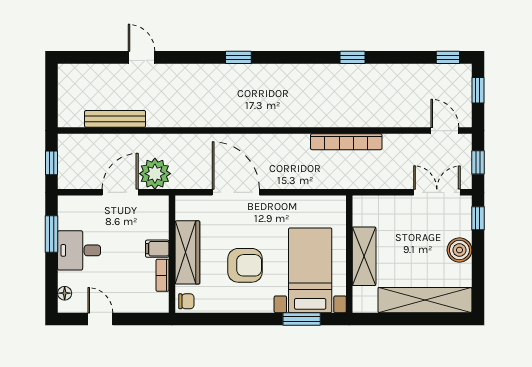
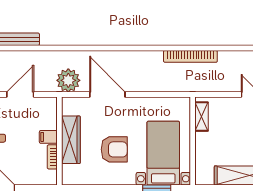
plant: (155, 174) -> (68, 80), moved
shelving: (364, 256) -> (202, 117), moved, width x0.67, depth x0.75
chair: (186, 301) -> (70, 176), removed

